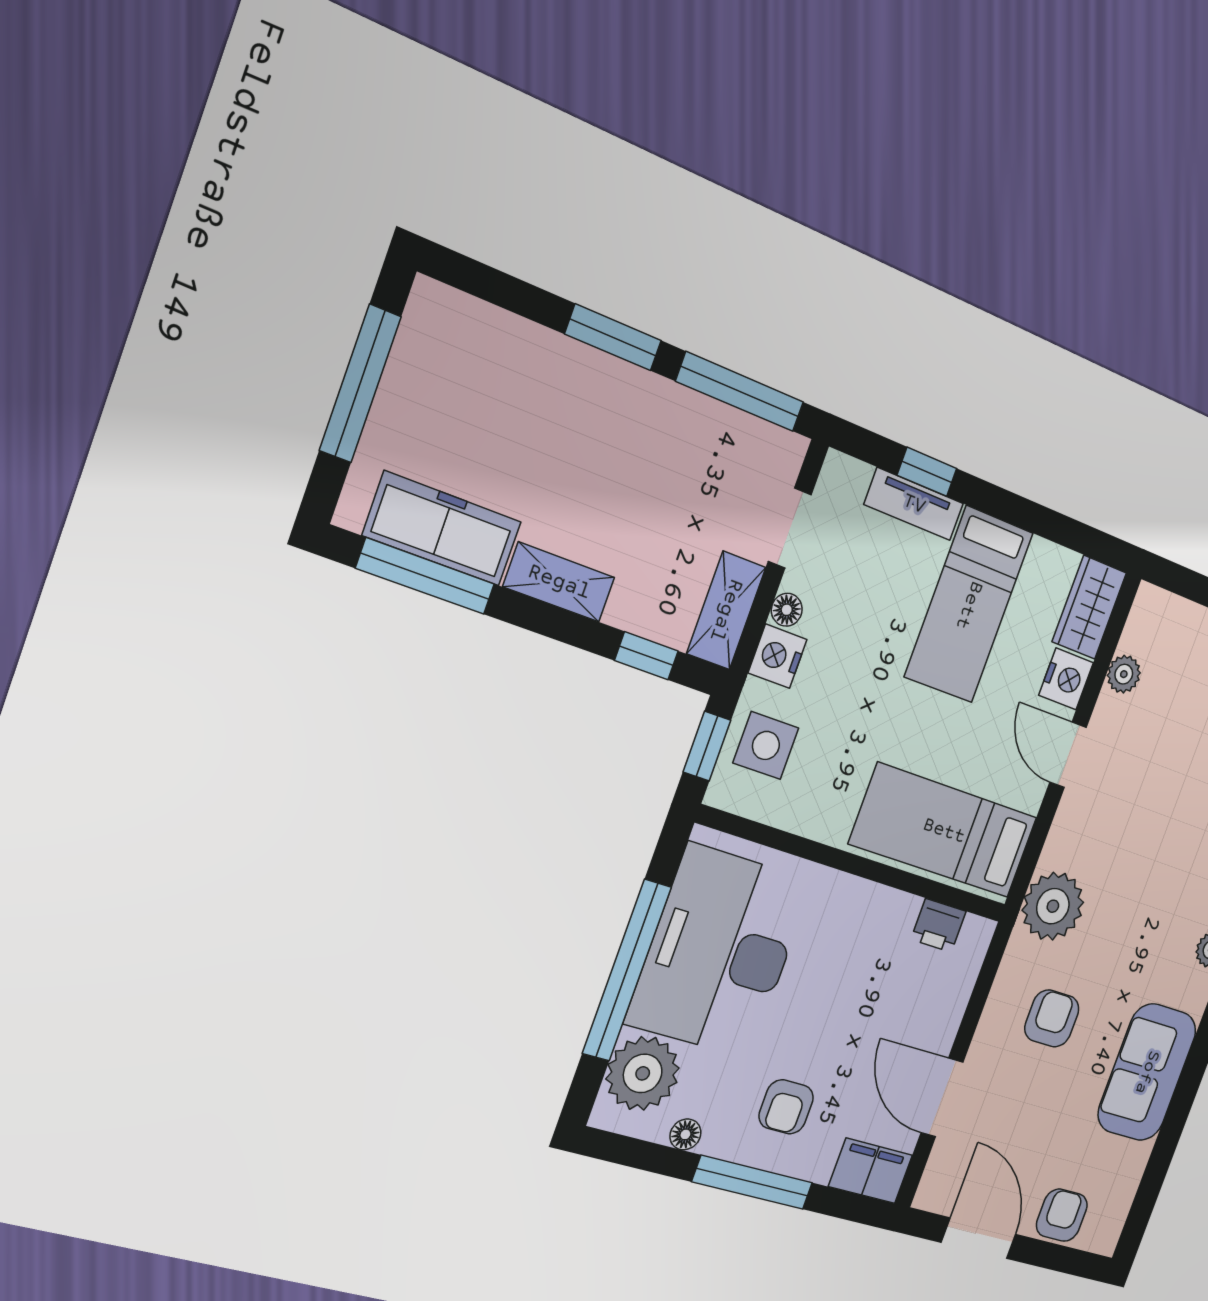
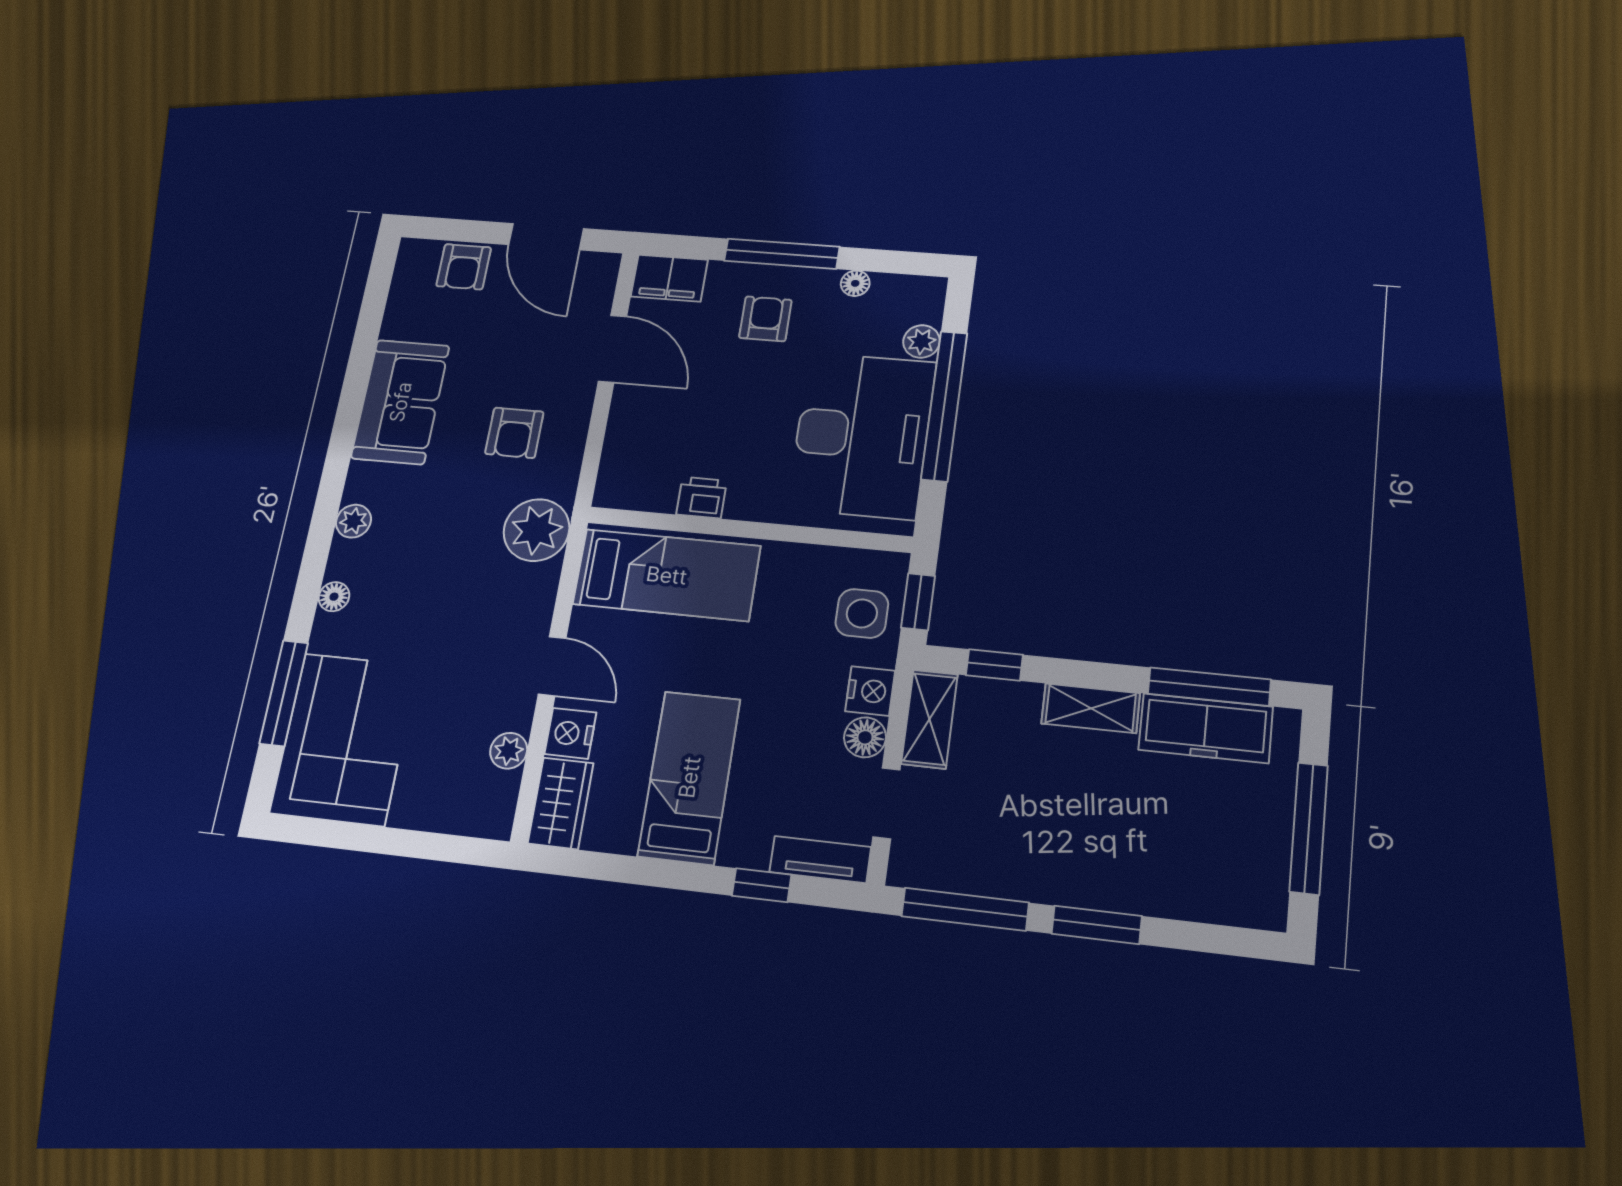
tv unit: (914, 504) -> (820, 859), moved
floor lamp: (787, 610) -> (865, 737), width x1.37, depth x1.37
printer: (938, 925) -> (702, 498), moved
plant: (643, 1073) -> (921, 341), width x0.53, depth x0.53

